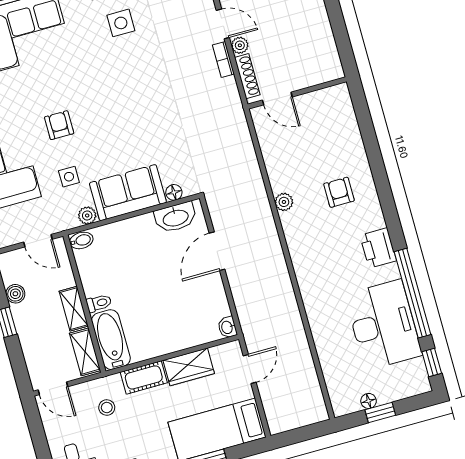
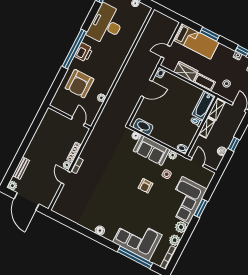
side table: (121, 23) -> (100, 210), removed
wall: (297, 93) -> (69, 117), moved
door: (277, 98) -> (78, 121), moved
armchair: (59, 125) -> (145, 186), moved
armchair: (339, 192) -> (79, 84), width x1.88, depth x1.88
door: (217, 251) -> (147, 89), moved
window: (412, 293) -> (74, 49), moved

